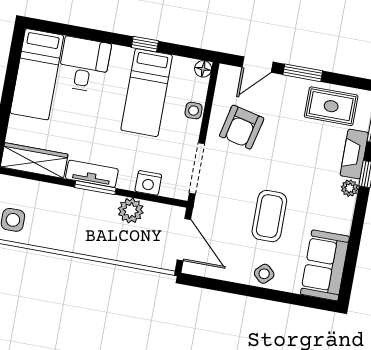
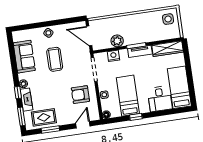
window: (303, 73) -> (50, 130), moved
armchair: (242, 127) -> (80, 95), turned -103
sofa: (325, 265) -> (24, 57), moved

